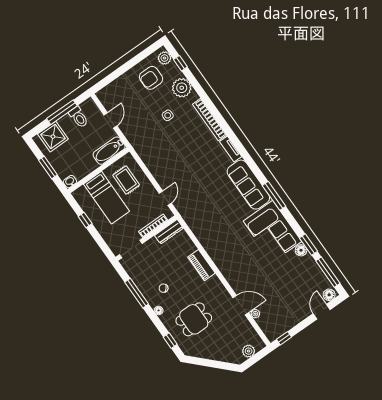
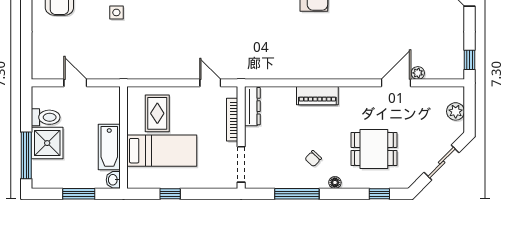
window: (62, 112) -> (26, 155), moved
shower: (53, 137) -> (47, 143), moved
bathtub: (109, 151) -> (109, 147), moved
rug: (126, 180) -> (157, 113), turned 90
dining table: (194, 319) -> (374, 149), turned 90
sliding door: (213, 364) -> (442, 163), added

